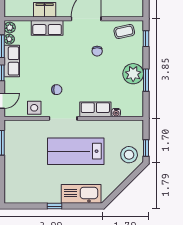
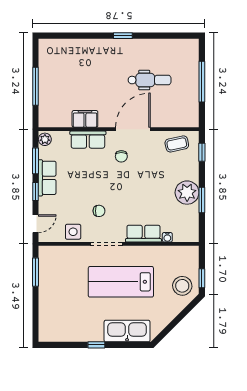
plant: (9, 39) -> (44, 153), removed
chair: (97, 51) -> (121, 156), moved

